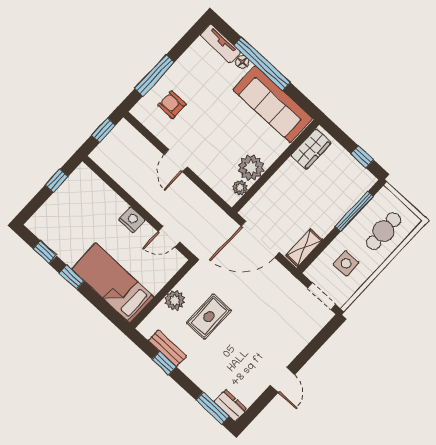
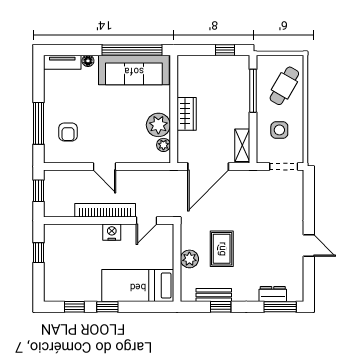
window: (262, 64) -> (132, 50), moved
armchair: (172, 105) -> (68, 132), turned -90
wardrobe: (311, 149) -> (187, 114), moved
bookcase: (143, 197) -> (105, 210), added
cafe table: (384, 231) -> (284, 86), turned 32
dresser: (230, 405) -> (273, 294), moved

